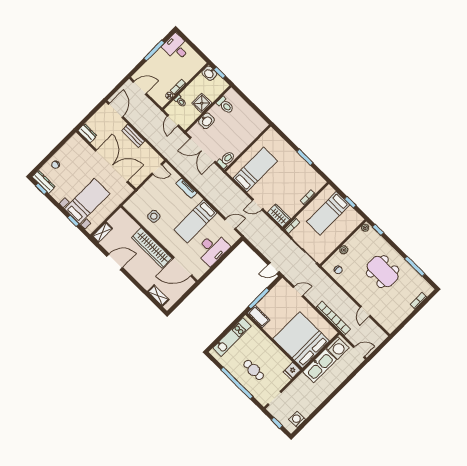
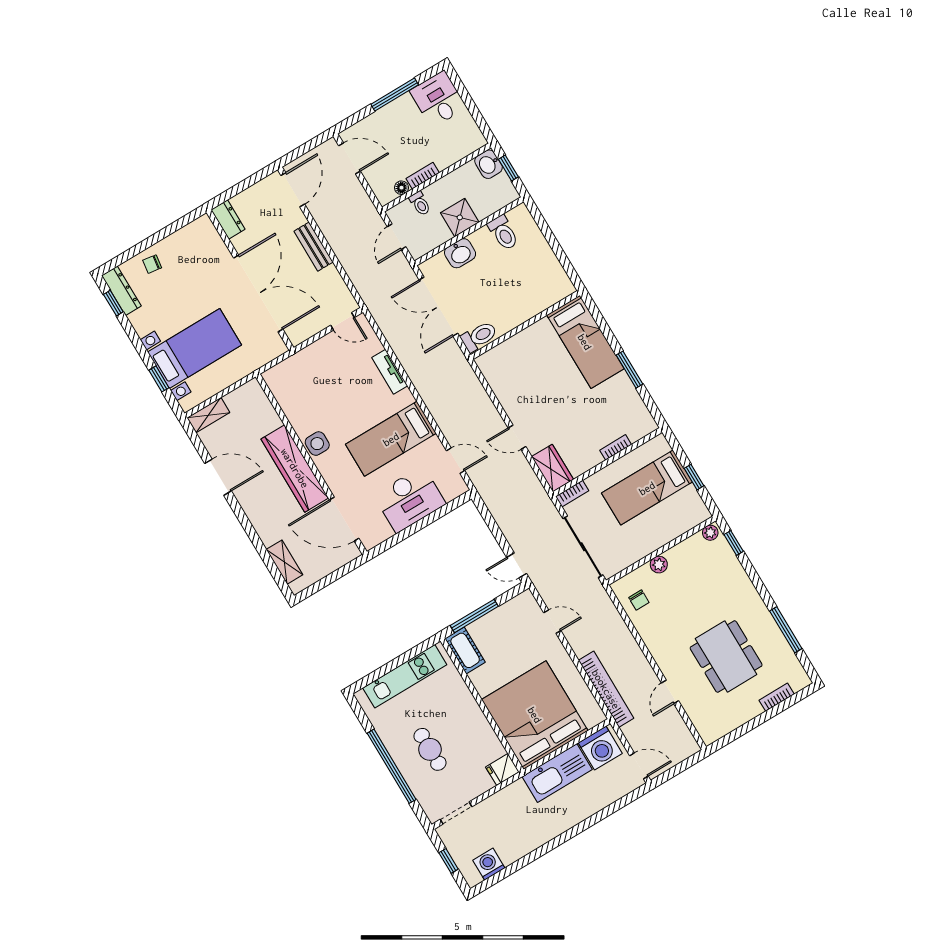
bed: (255, 170) -> (585, 342), moved, turned 90
side table: (154, 216) -> (317, 444), moved
dining table: (383, 272) -> (726, 657), moved

